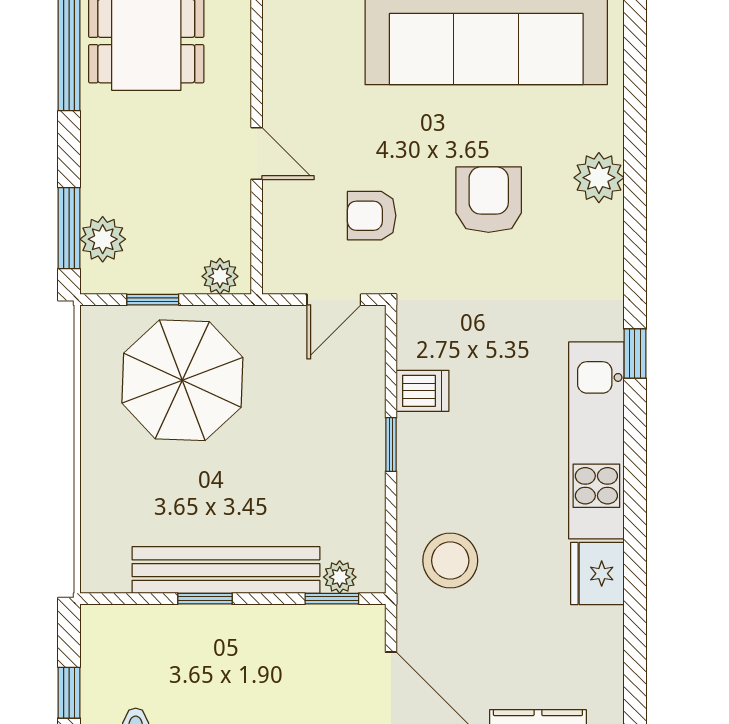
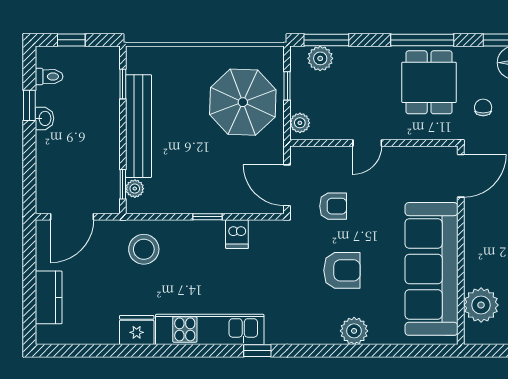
armchair: (372, 216) -> (333, 206), turned 90
door: (334, 300) -> (287, 185), width x1.38
window: (205, 599) -> (123, 84), moved

